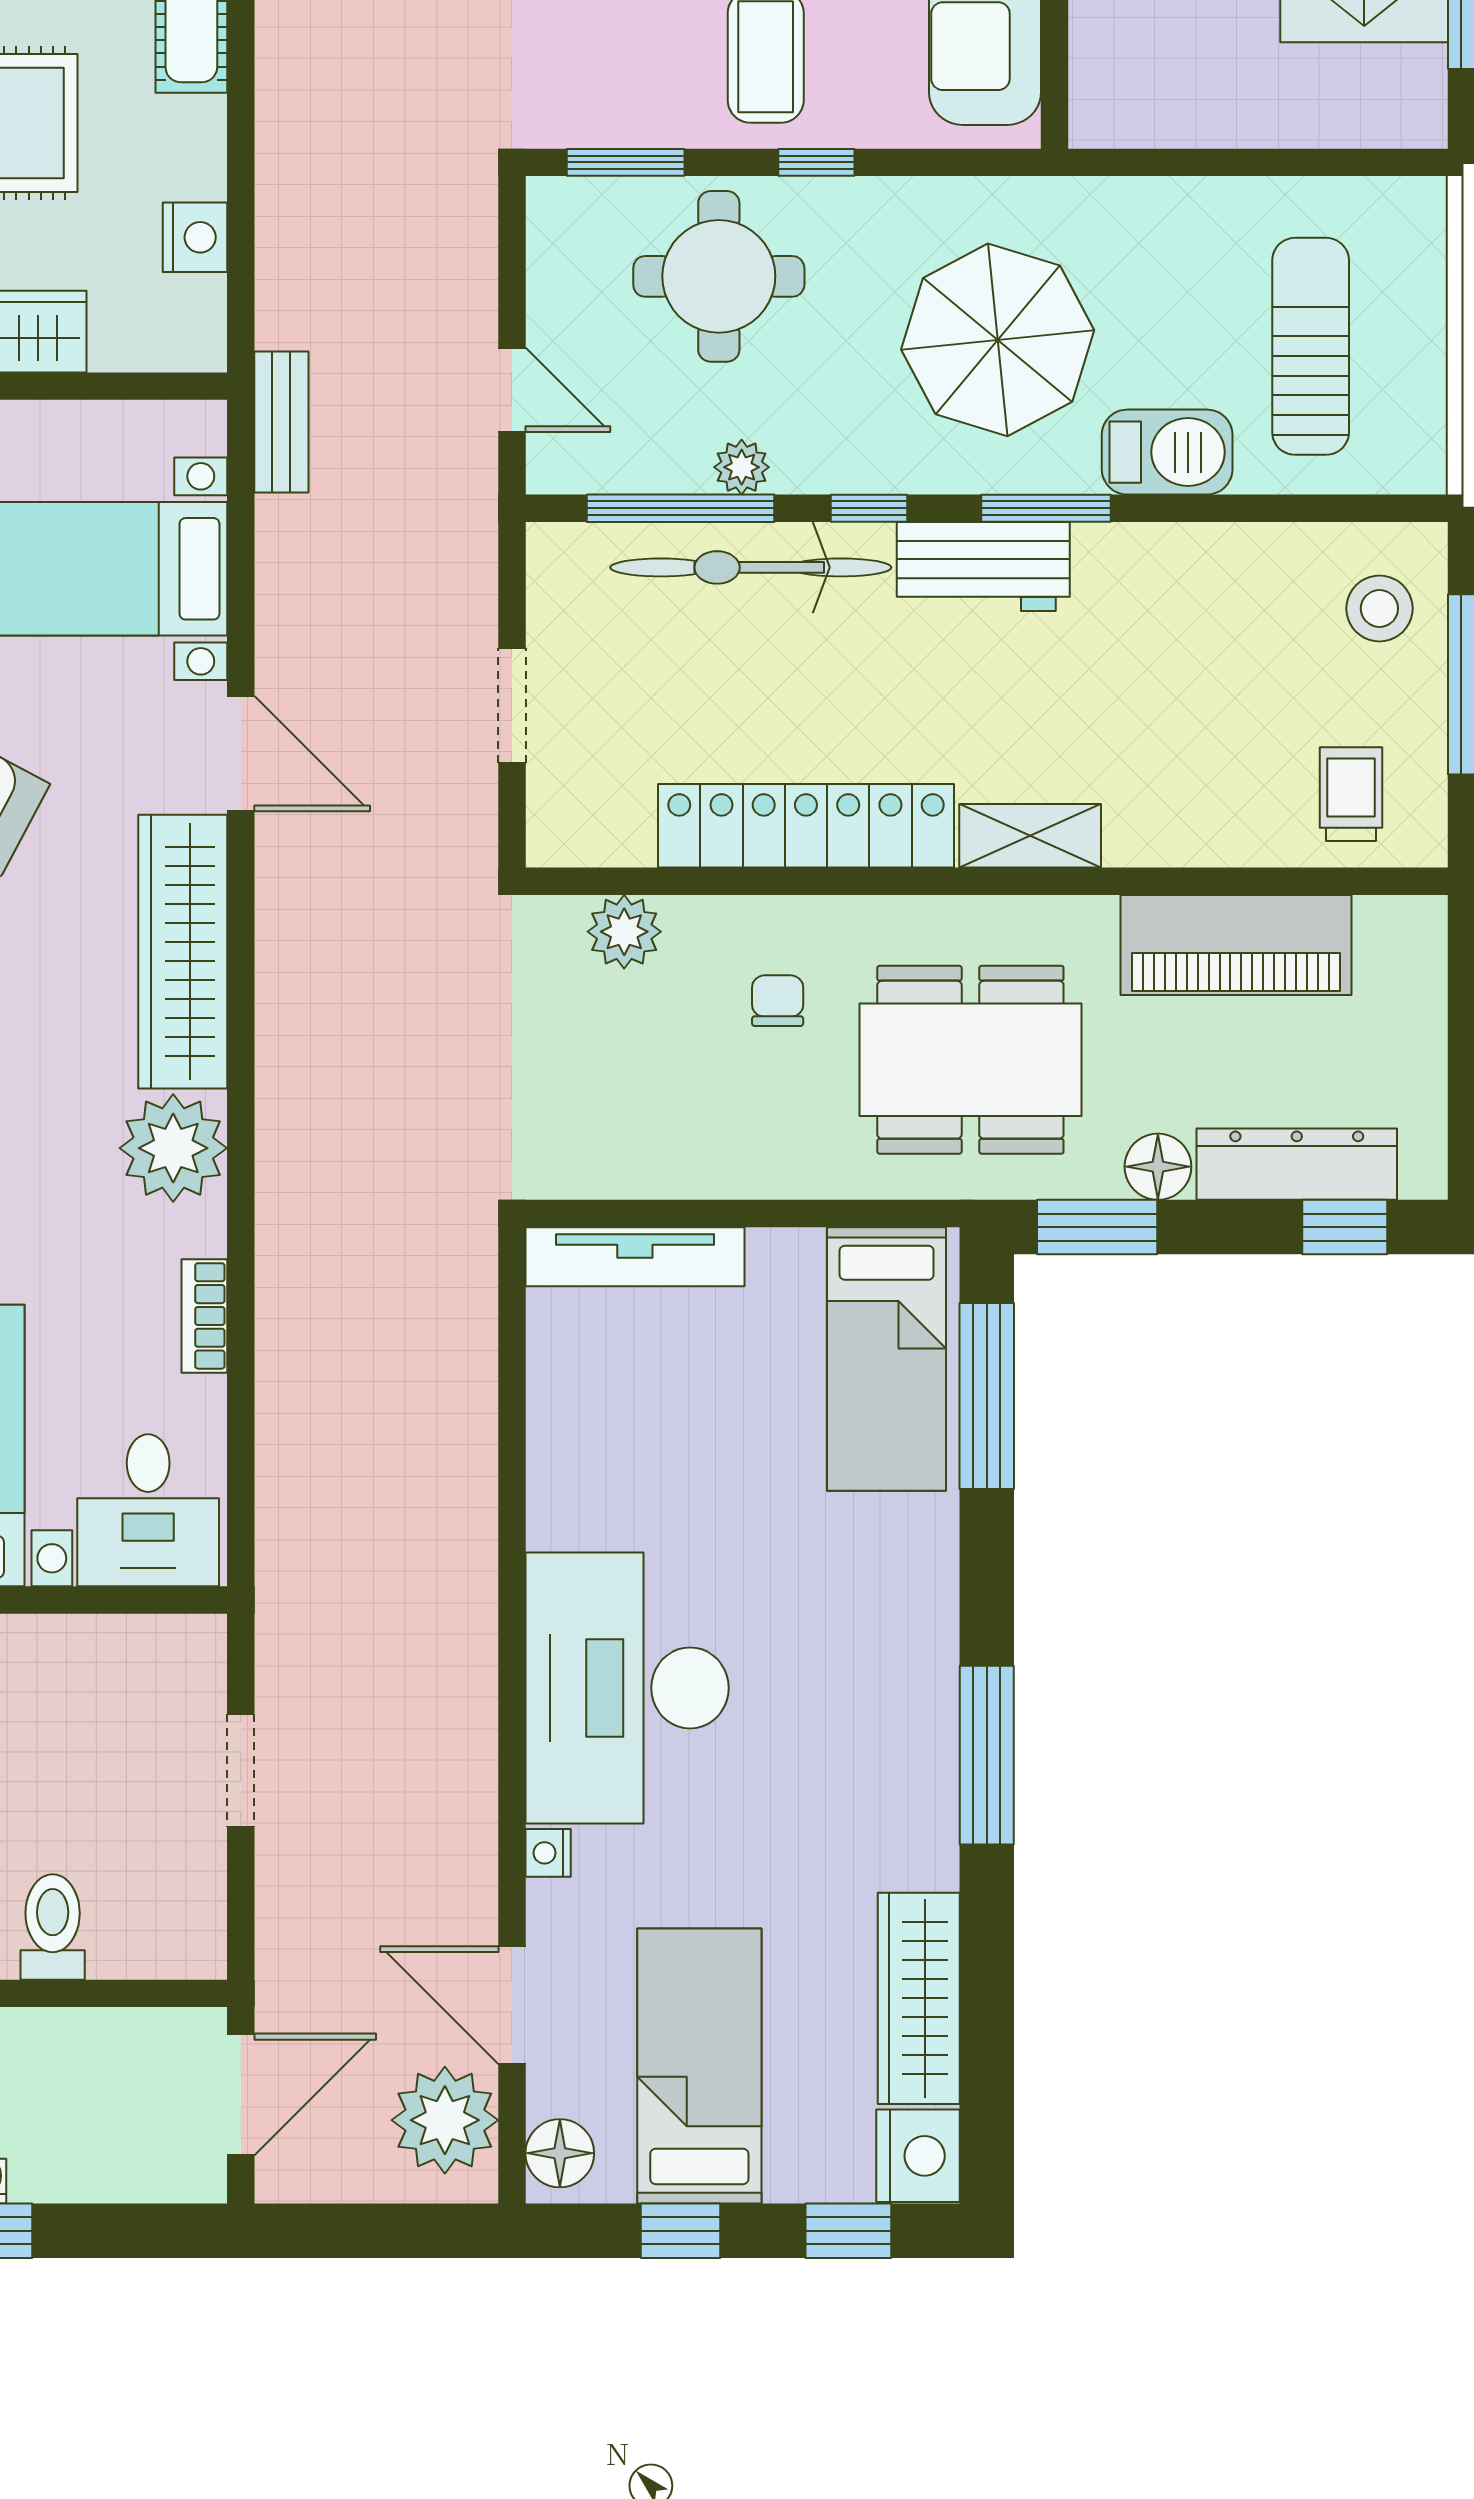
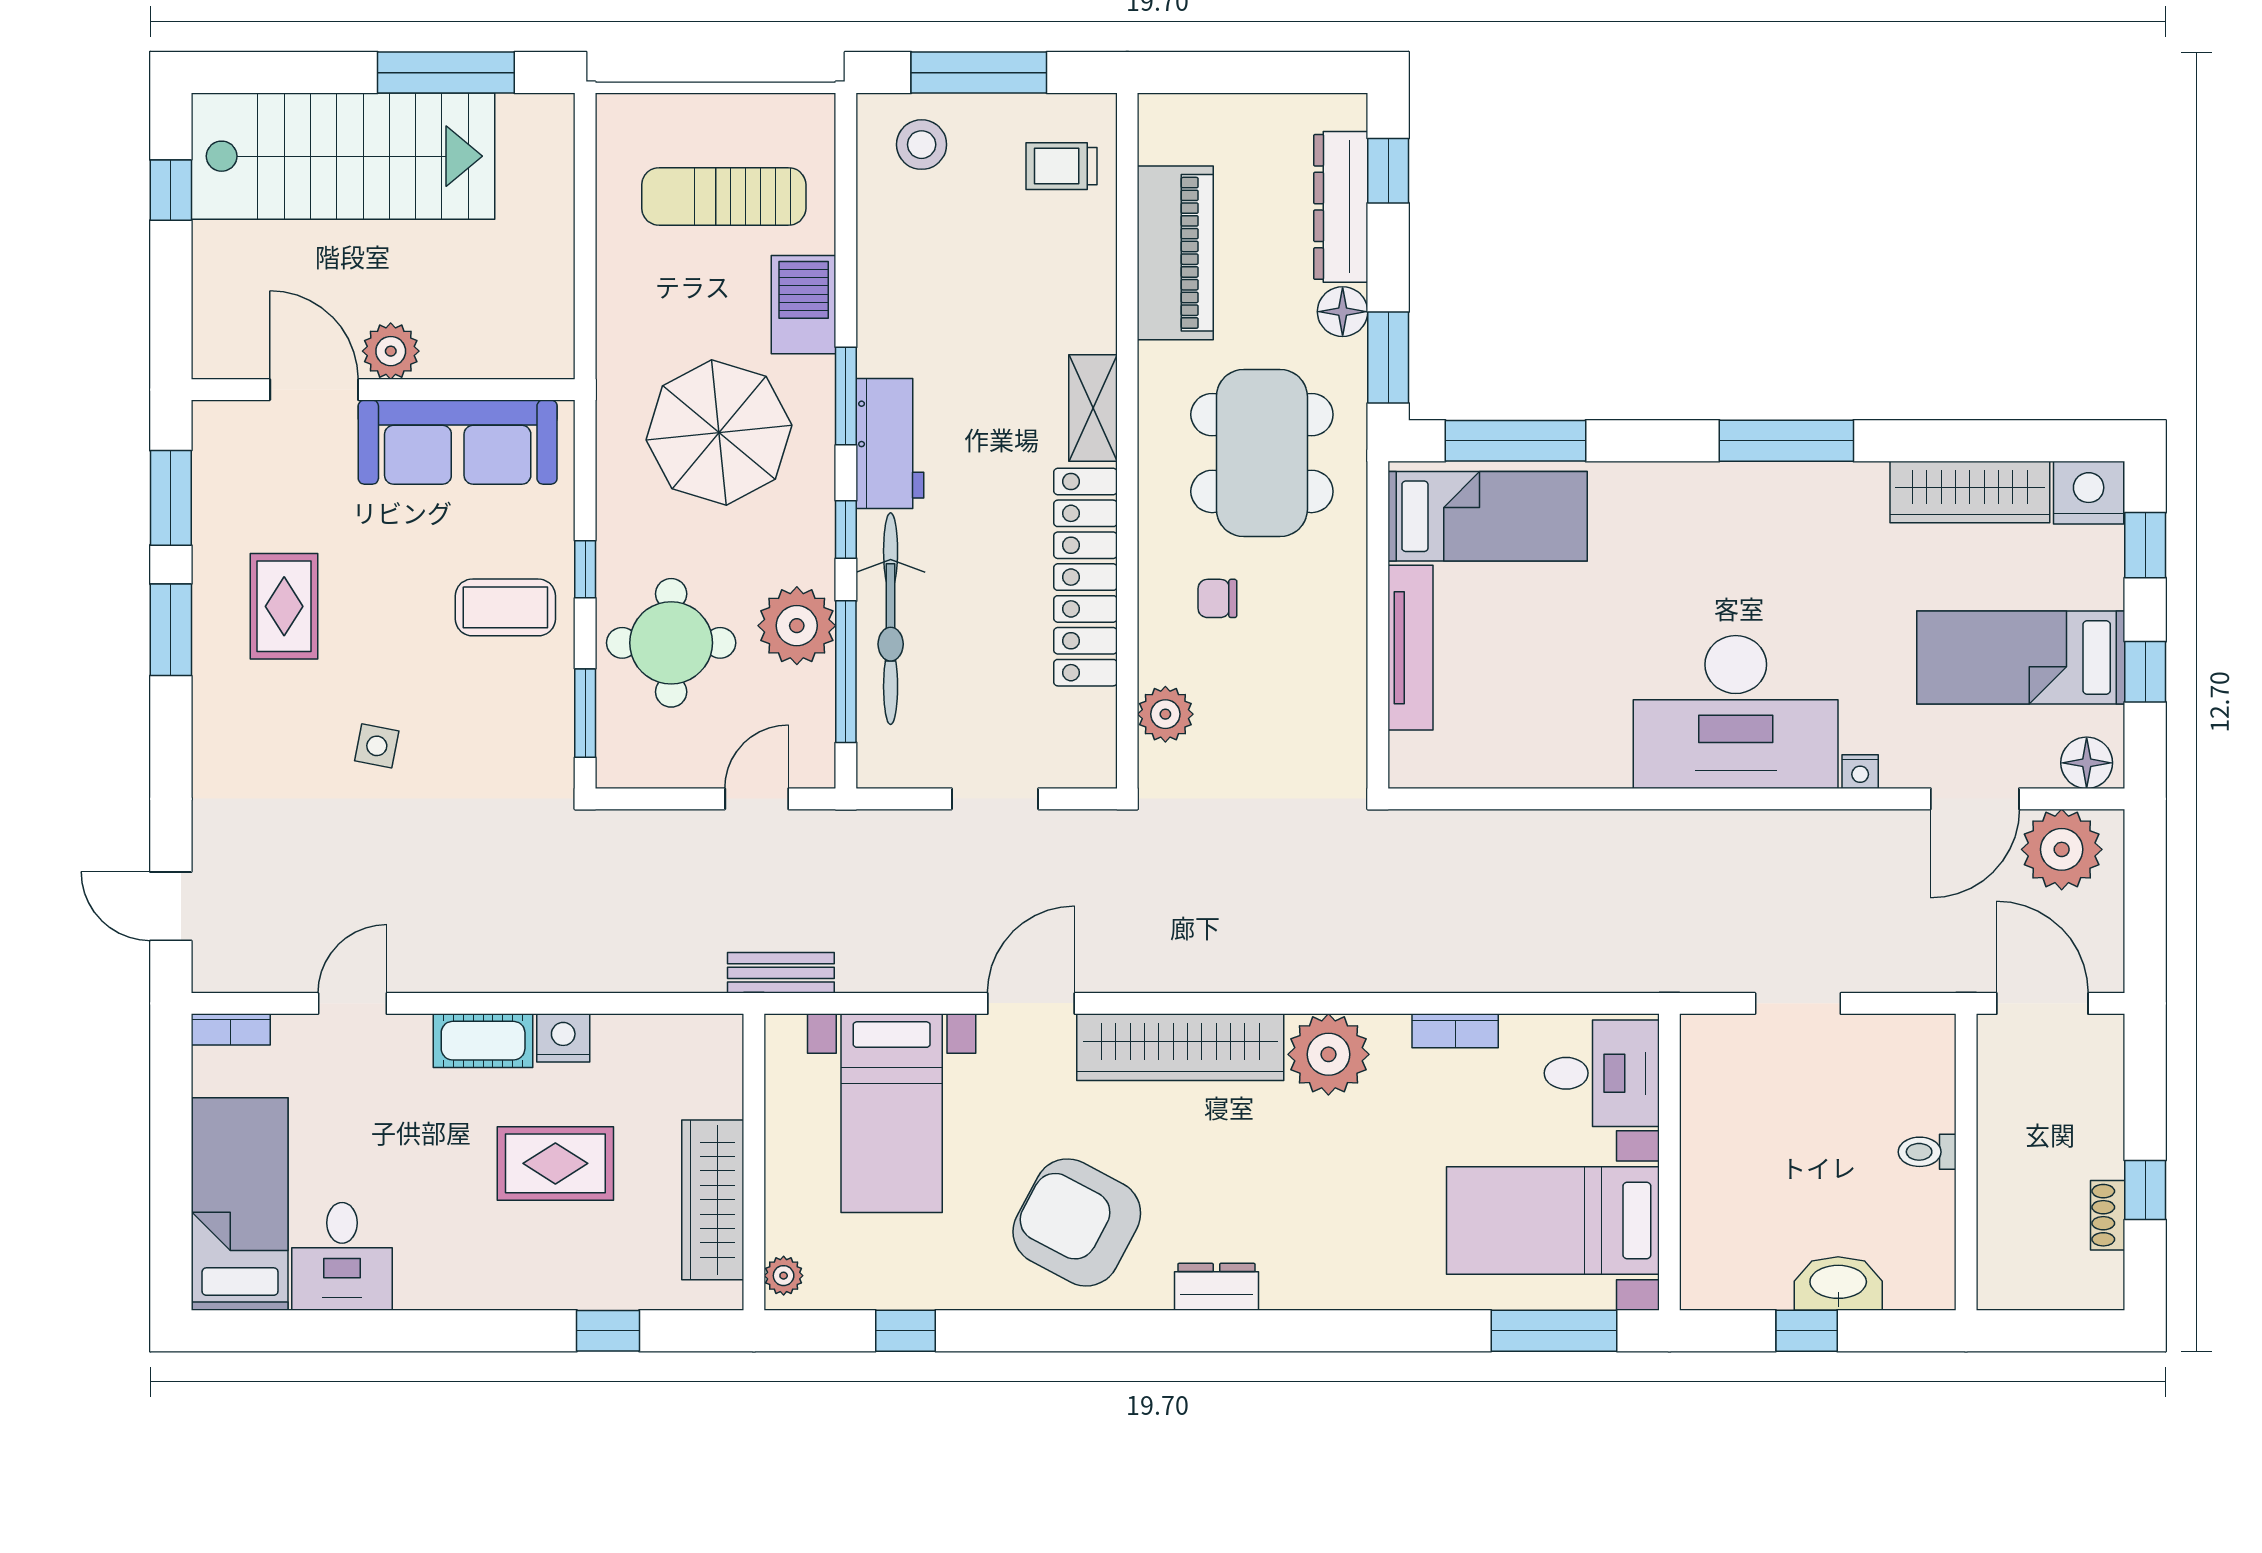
nightstand: (195, 237) -> (563, 1038), moved
plant: (742, 467) -> (797, 626), width x1.87, depth x1.87
tv unit: (635, 1257) -> (1410, 648), moved
toilet: (53, 1927) -> (1927, 1152), width x0.73, depth x0.72

